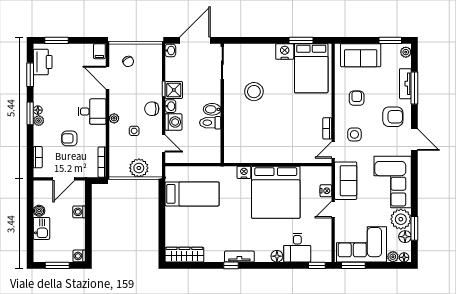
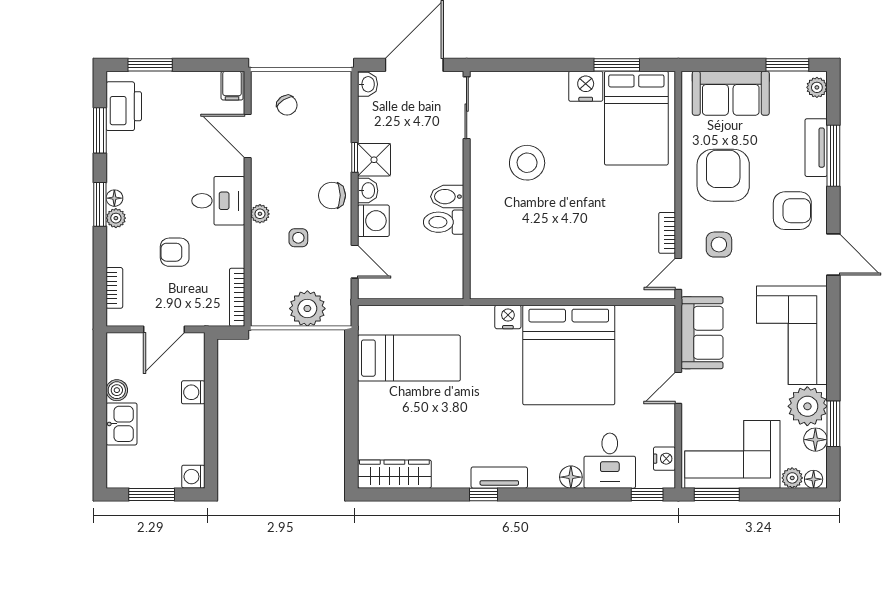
armchair: (357, 98) -> (723, 175), width x1.88, depth x1.88
nightstand: (326, 191) -> (664, 459), moved

